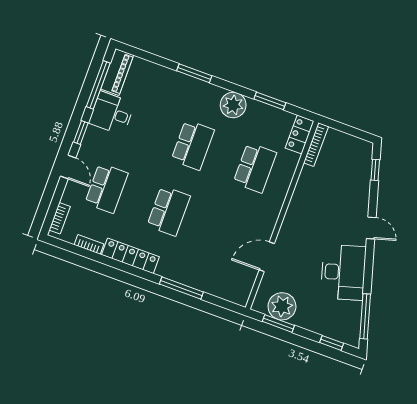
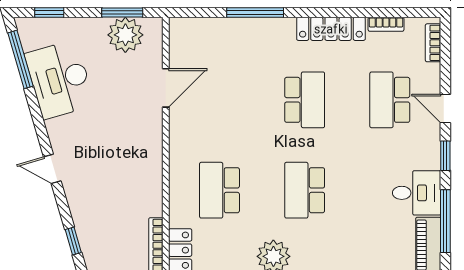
school desk: (169, 211) -> (305, 100), turned 180
desk: (343, 272) -> (60, 79), moved

